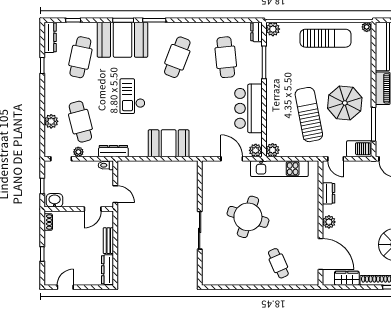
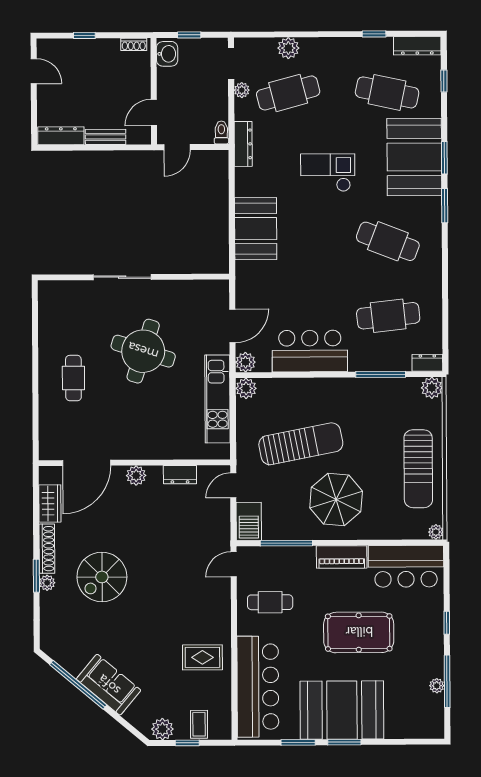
parasol: (345, 103) -> (336, 500), moved
door: (93, 209) -> (154, 113), hinge flipped
cafe table: (278, 263) -> (73, 378), moved, turned -66

